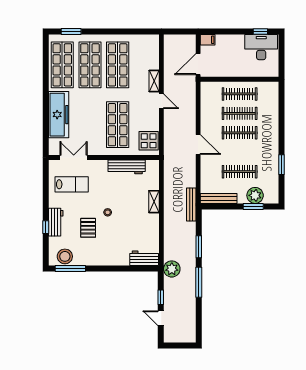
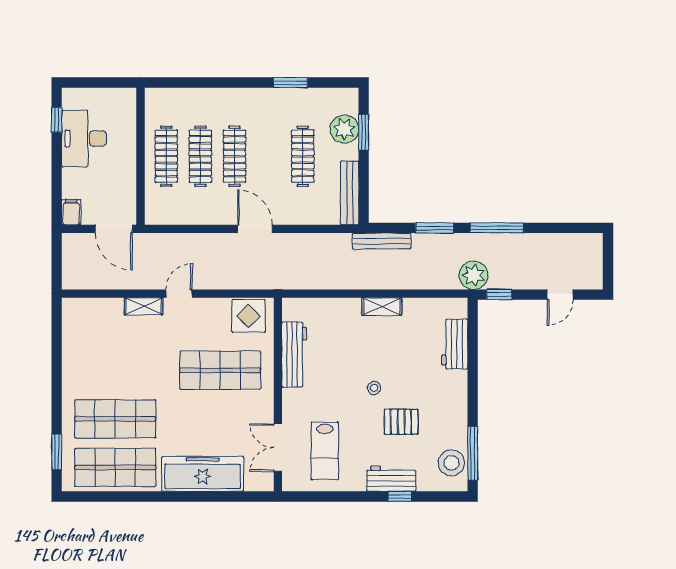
desk: (261, 47) -> (84, 139), moved
shop shelf: (118, 65) -> (115, 370), removed
door: (198, 144) -> (255, 229), hinge flipped
lab bench: (72, 184) -> (325, 451), turned 180
shelving: (154, 202) -> (382, 307), moved
bench: (191, 204) -> (382, 241), moved
workbench: (144, 258) -> (455, 344), moved
window: (161, 297) -> (499, 295), moved

